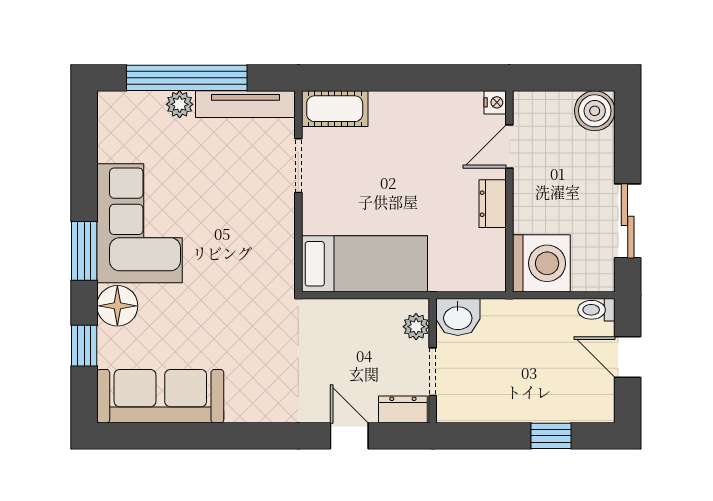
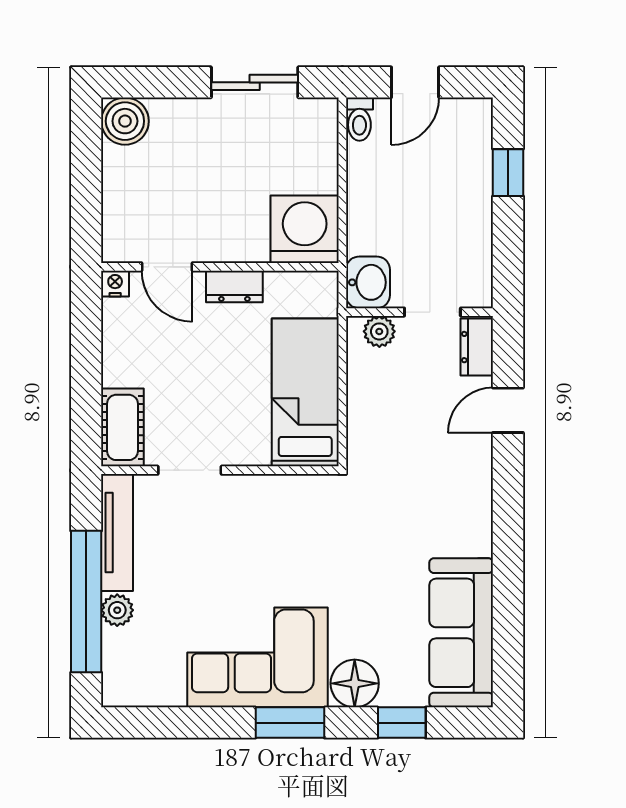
nightstand: (495, 102) -> (115, 284), moved
door: (509, 146) -> (167, 267), moved
wall: (509, 191) -> (220, 267), moved
dresser: (493, 204) -> (234, 287), moved
washing machine: (541, 263) -> (305, 229), moved

